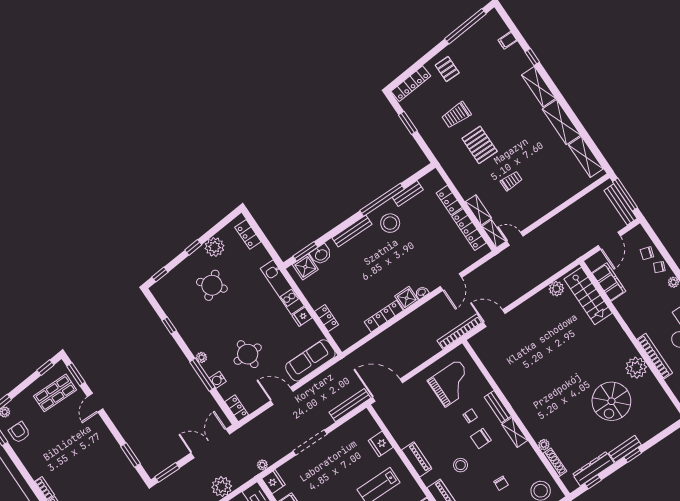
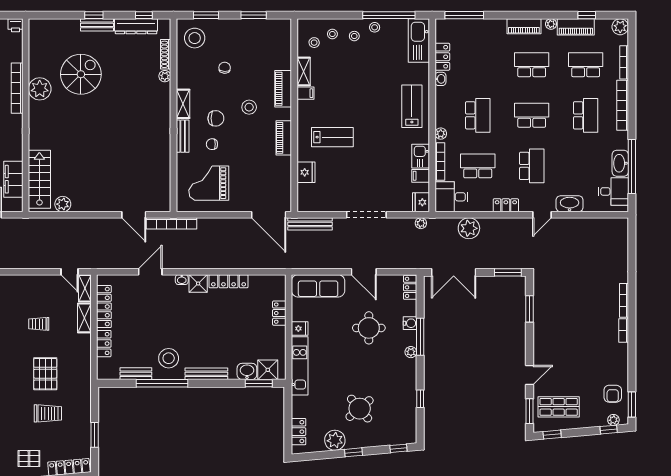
pallet: (447, 69) -> (29, 459), turned 90

